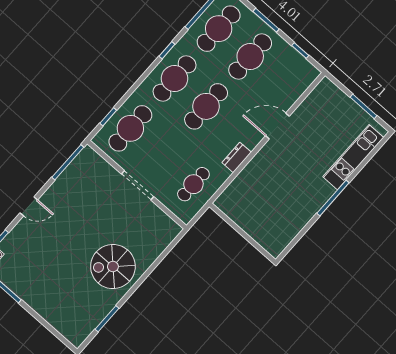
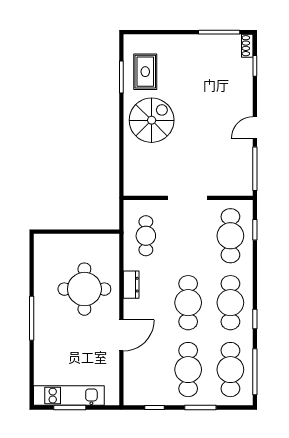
kitchen unit: (353, 157) -> (69, 396), moved, turned -90
round table: (274, 185) -> (84, 289), added
door: (29, 206) -> (255, 128), moved
rug: (86, 307) -> (145, 72), added

